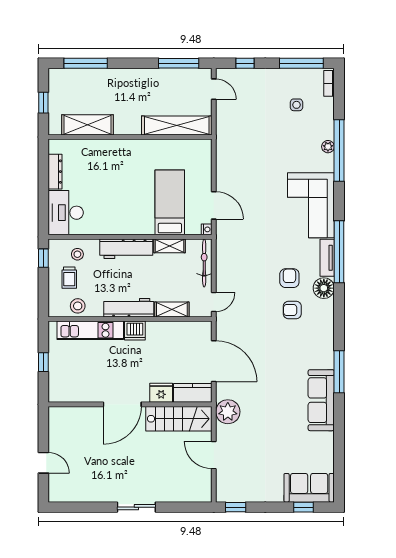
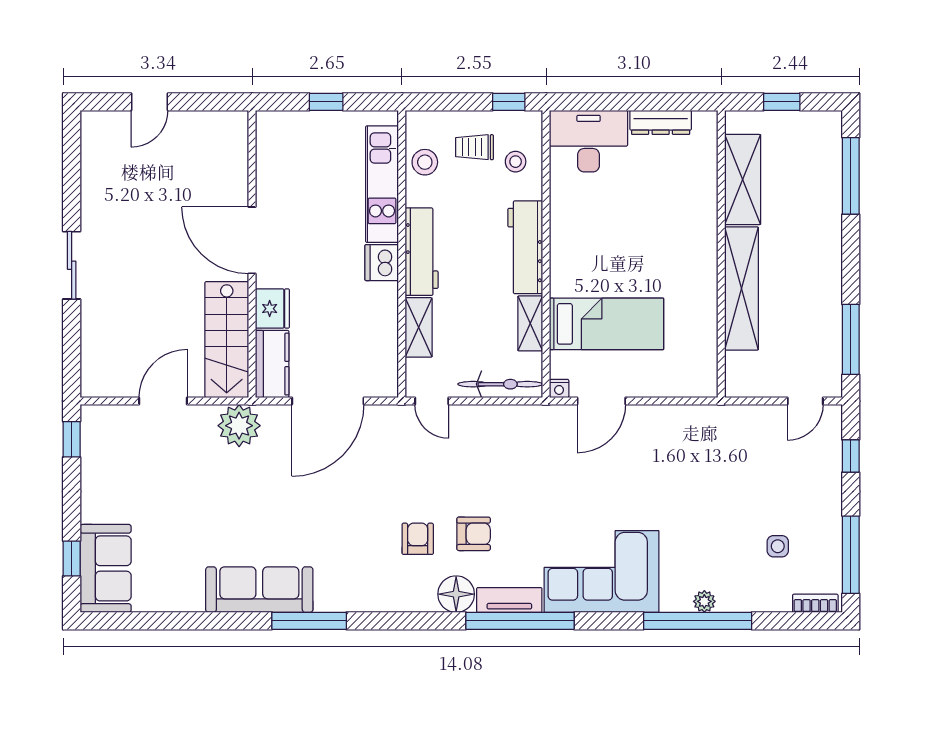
shelving: (177, 126) -> (741, 288), moved

